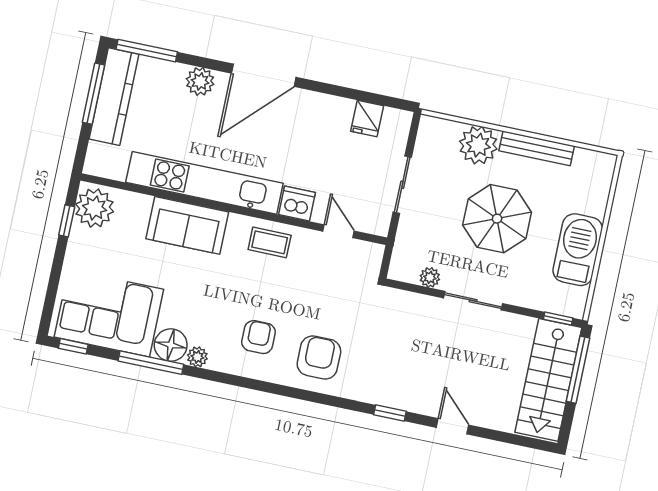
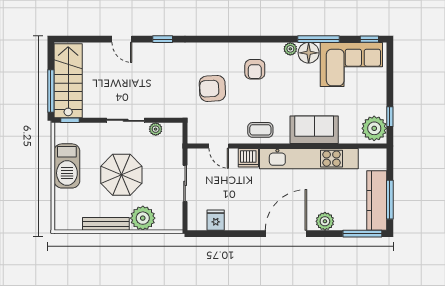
armchair: (319, 357) -> (212, 88), moved, turned 87

